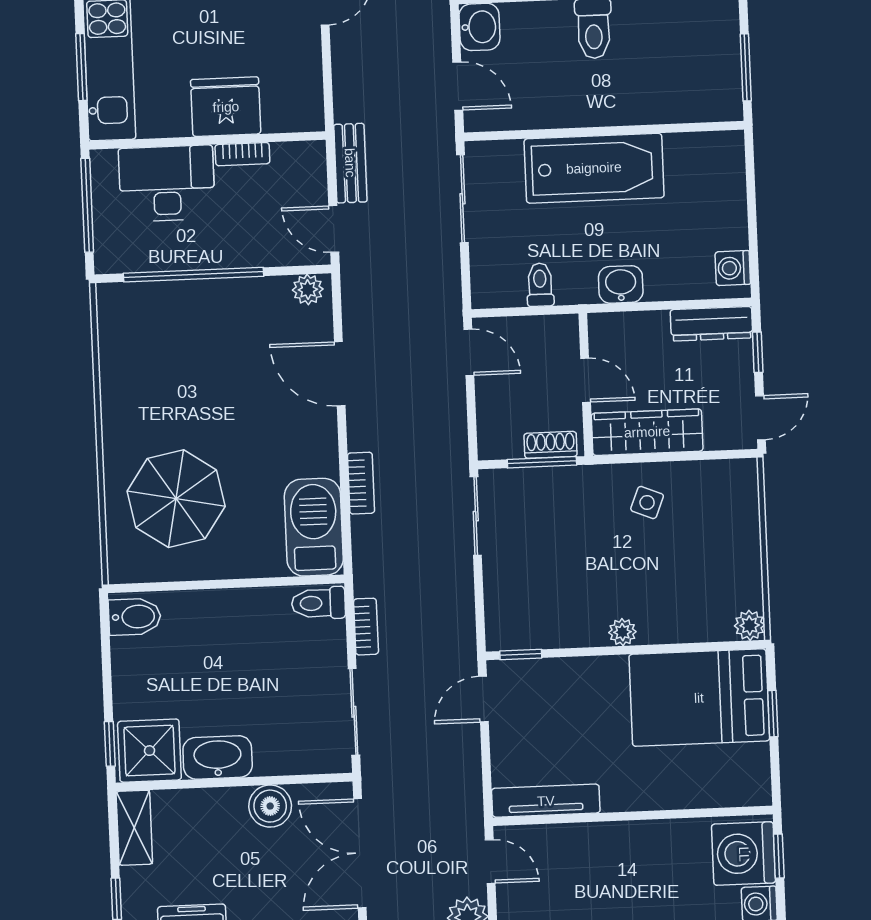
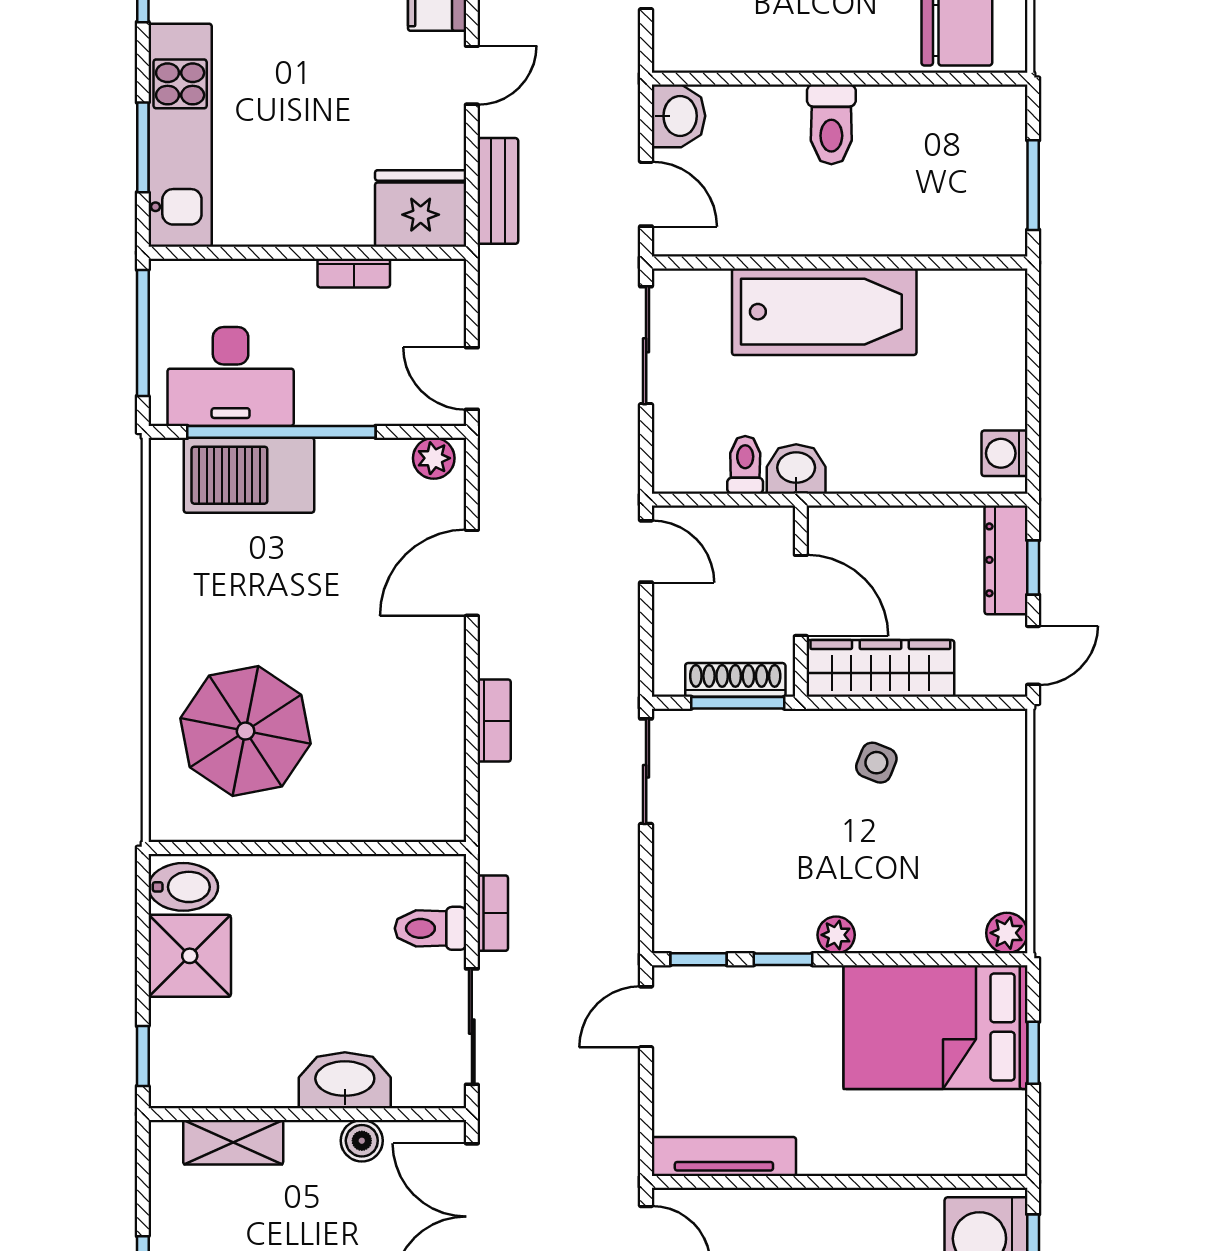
fridge: (226, 107) -> (421, 209), moved
bench: (350, 163) -> (498, 191), moved
desk: (167, 183) -> (231, 376), moved, turned 180
washbasin: (621, 284) -> (796, 469), moved
dresser: (712, 324) -> (1006, 560), moved, turned 90
door: (340, 374) -> (472, 573), hinge flipped
door: (586, 380) -> (801, 595), width x1.38
shoe rack: (551, 445) -> (735, 680), width x1.43
barbecue: (314, 527) -> (249, 475), moved, turned -90
toilet: (318, 603) -> (430, 928), moved
window: (584, 652) -> (783, 959), added
shower: (149, 751) -> (190, 956), moved
washbasin: (218, 757) -> (345, 1080), moved
boiler: (270, 806) -> (362, 1141), width x0.73, depth x0.73
shelving: (134, 828) -> (233, 1142), moved, turned 90

